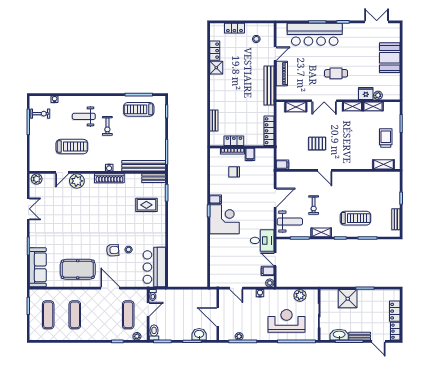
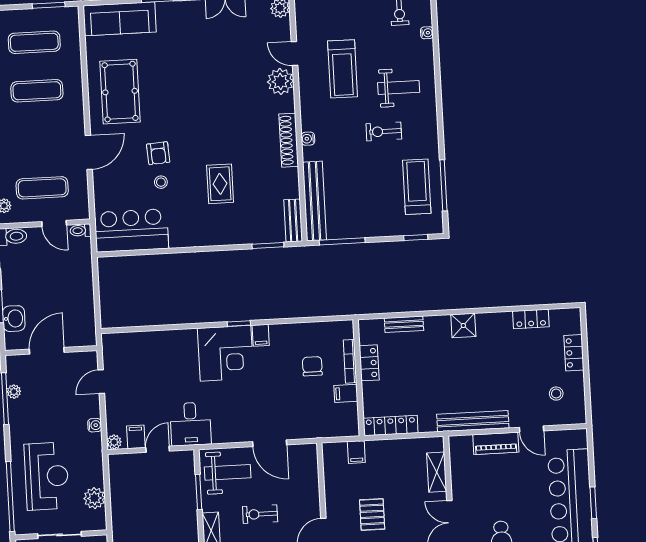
shower: (216, 68) -> (463, 325), moved
weight bench: (84, 116) -> (399, 87), turned 90
filing cabinet: (282, 165) -> (356, 452), moved
rug: (146, 205) -> (220, 184), moved
weight bench: (290, 222) -> (228, 472), turned -90

